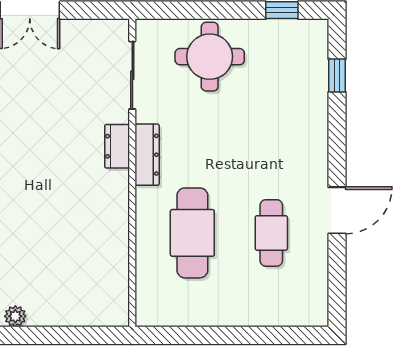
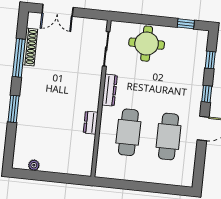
window: (337, 142) -> (207, 94), added
dresser: (117, 146) -> (91, 123), moved
cafe table: (271, 233) -> (169, 137), width x1.37, depth x1.35

